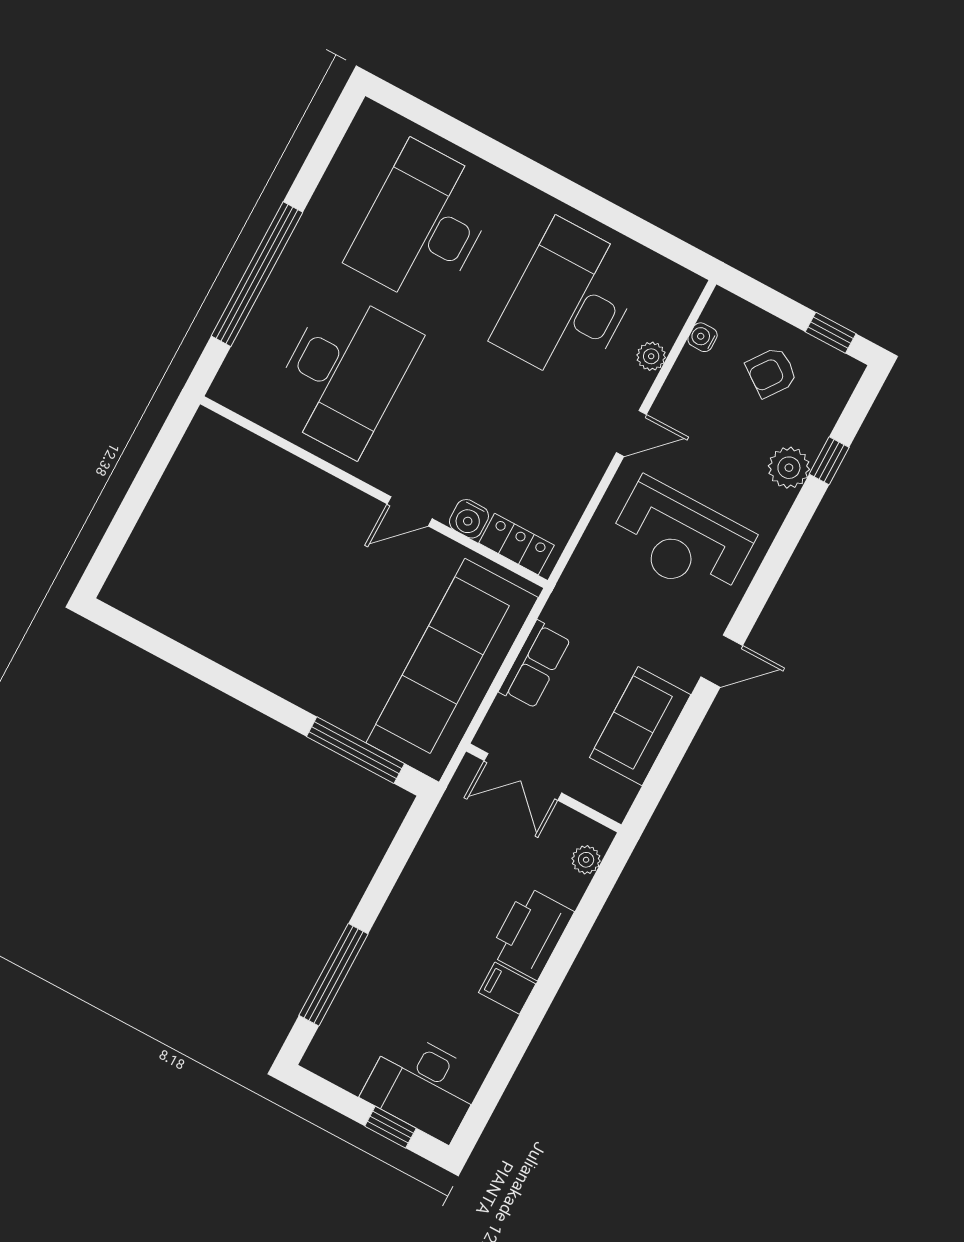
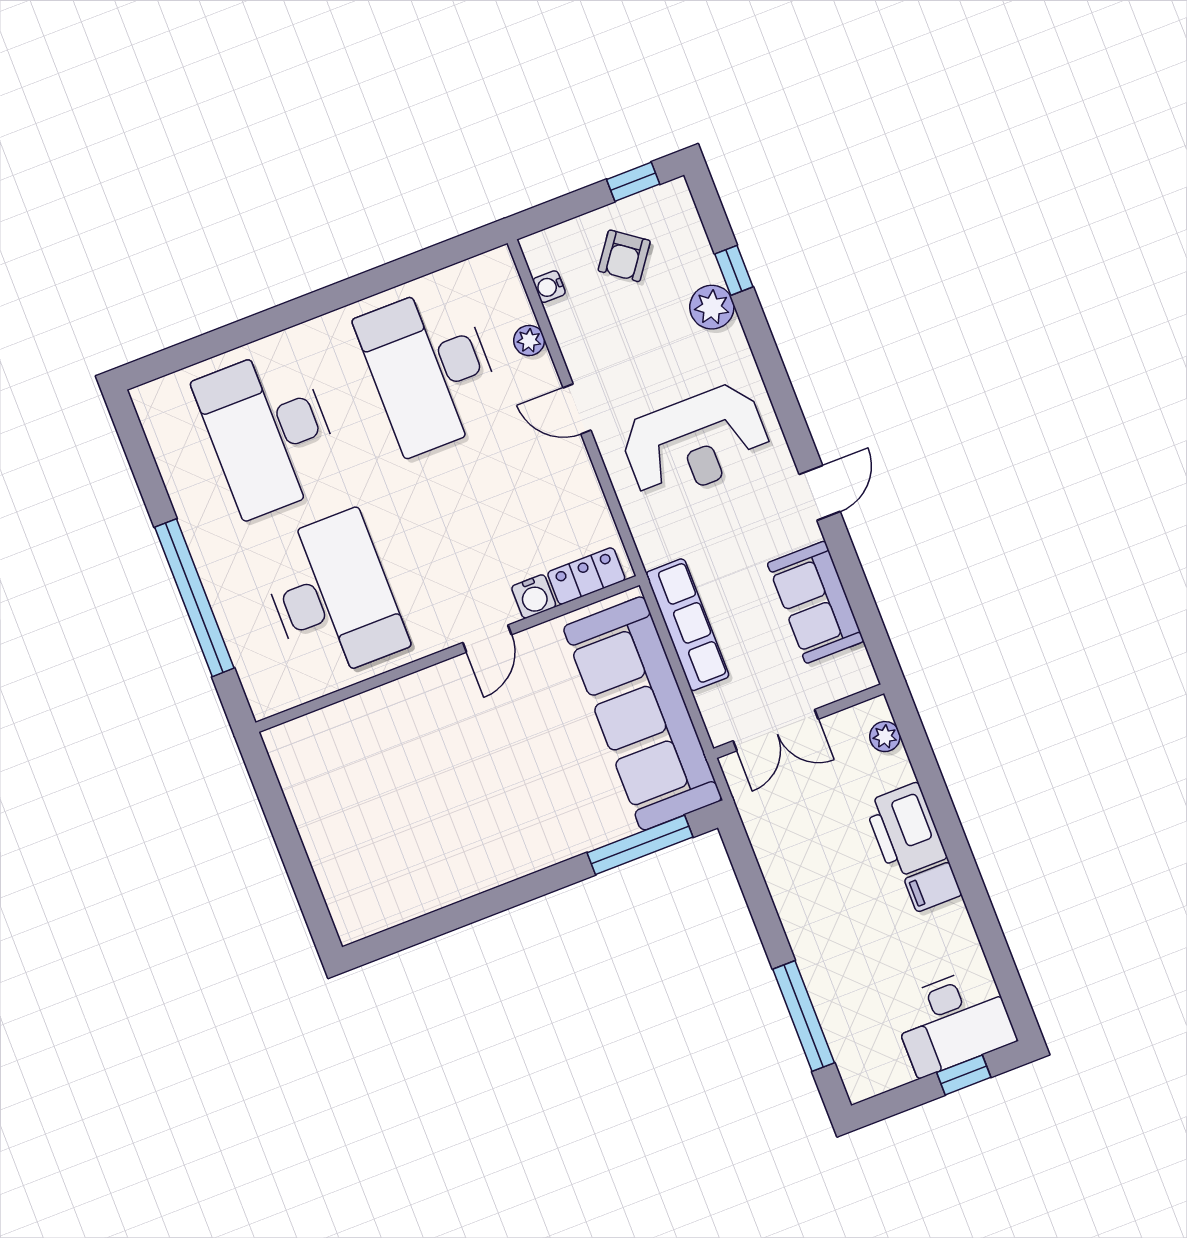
door: (631, 433) -> (577, 409), swing flipped
row of seats: (535, 665) -> (687, 625), width x1.48

